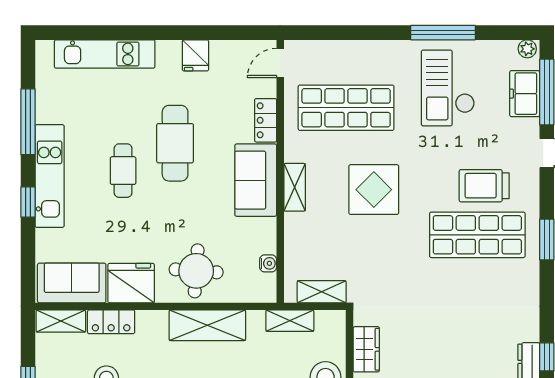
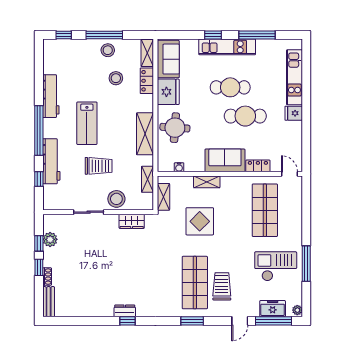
fridge: (195, 55) -> (294, 113), moved
cafe table: (123, 171) -> (230, 87), width x1.37, depth x1.35
shelving: (295, 187) -> (207, 182), moved
display table: (374, 190) -> (200, 221), moved

